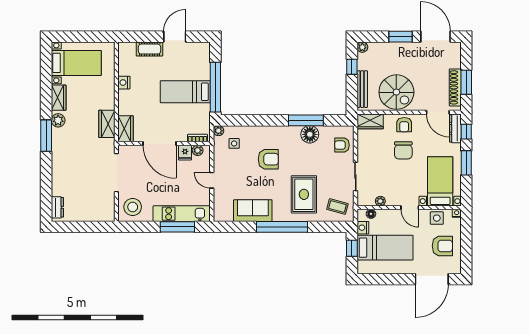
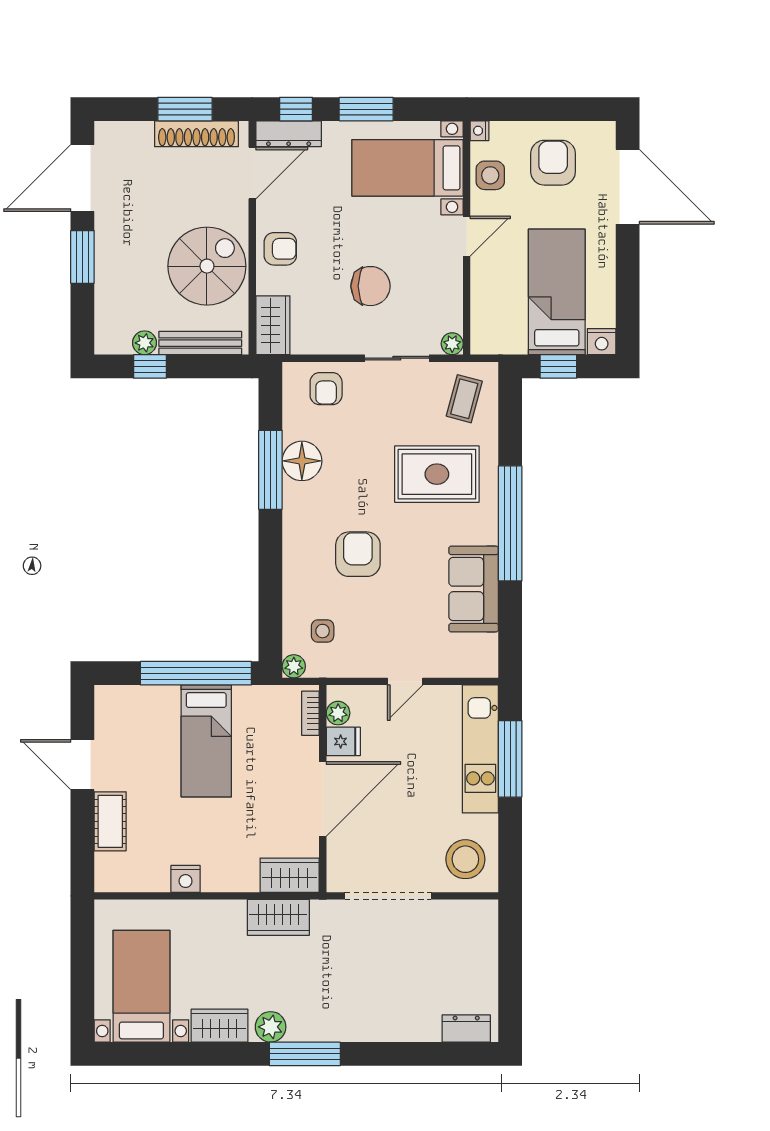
plant: (362, 47) -> (145, 343), moved
chair: (403, 150) -> (371, 286), moved
plant: (380, 201) -> (452, 344), moved
floor lamp: (371, 214) -> (481, 323), removed
nightstand: (363, 228) -> (602, 342), moved

